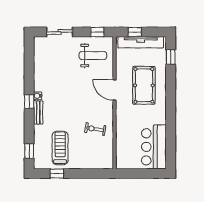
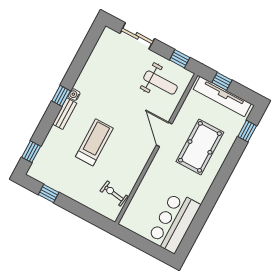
exercise bike: (95, 129) -> (114, 194), moved
treadmill: (60, 148) -> (94, 142), moved

